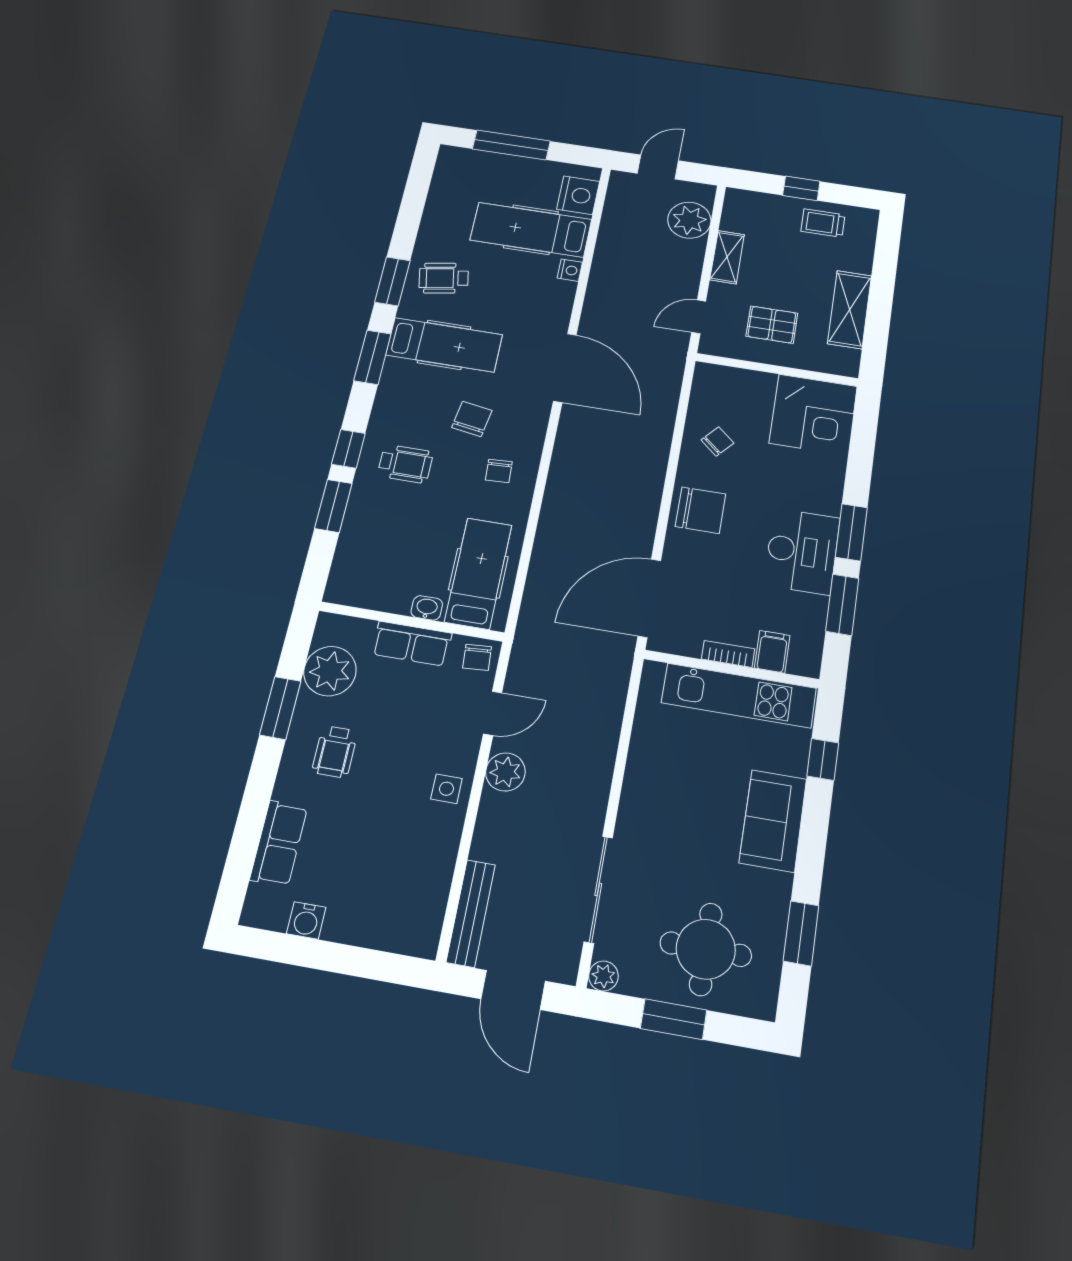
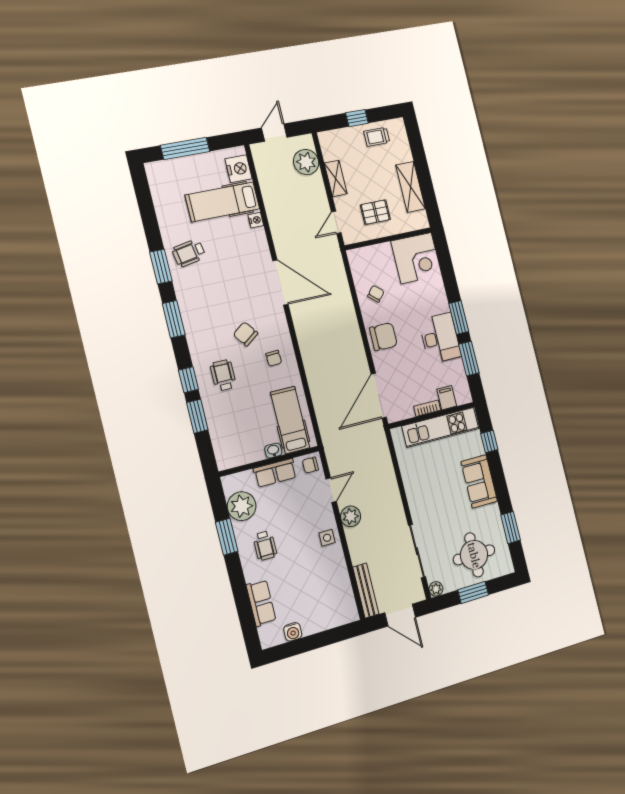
hospital bed: (444, 345) -> (209, 295), removed
chair: (472, 419) -> (246, 334), turned -45
wheelchair: (405, 464) -> (223, 375), turned -90
chair: (477, 657) -> (310, 465), turned 94

